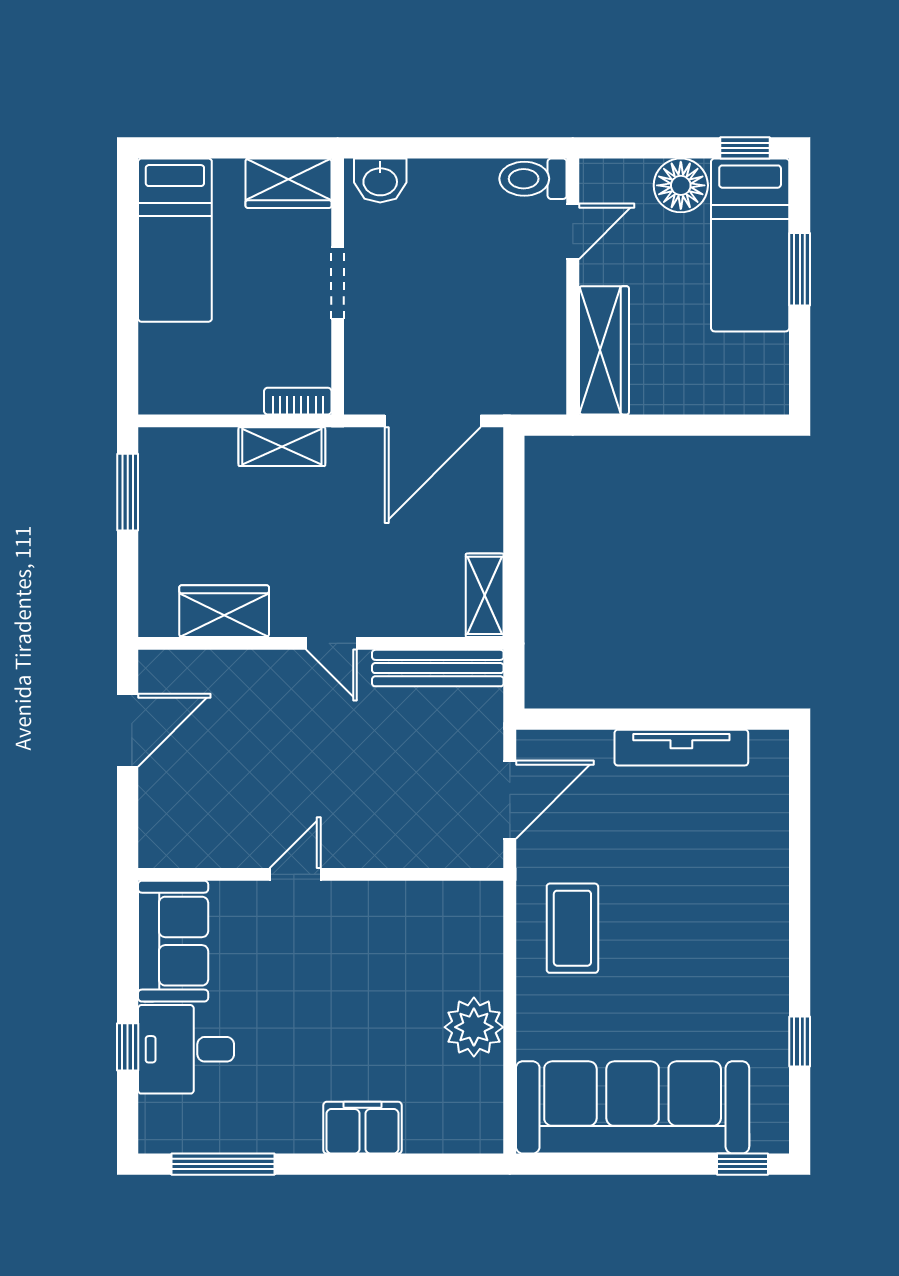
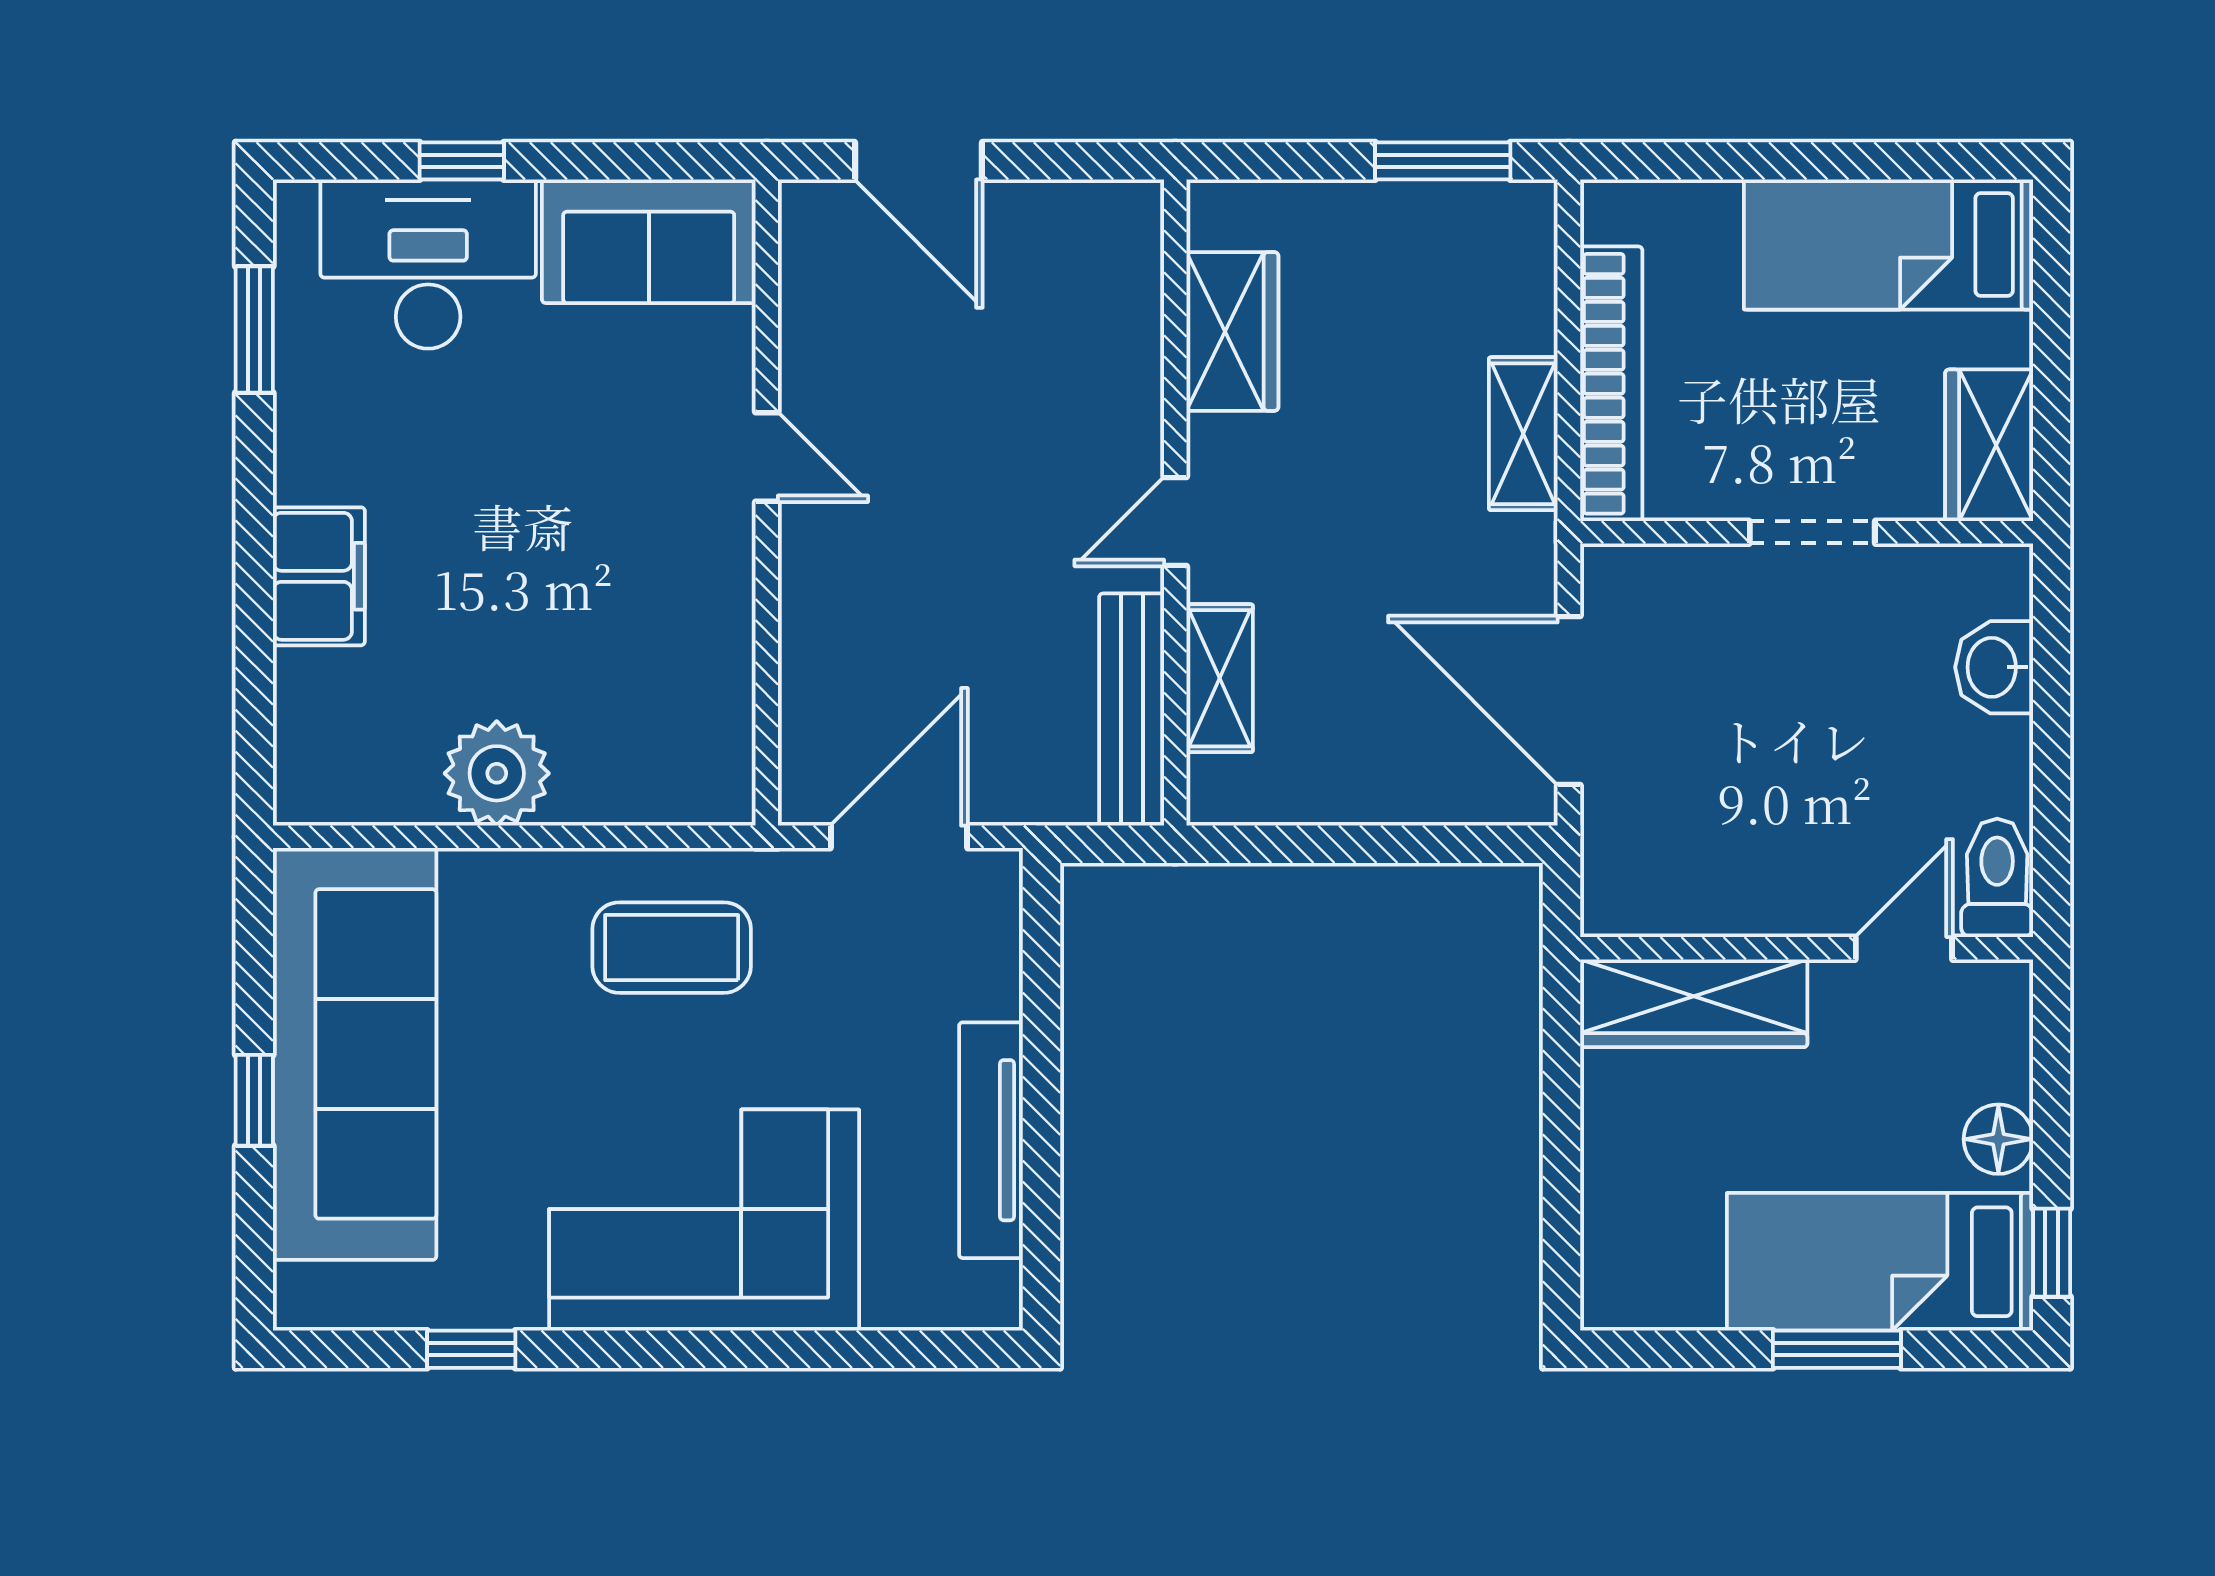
washbasin: (380, 180) -> (1994, 667), moved
floor lamp: (681, 185) -> (1998, 1139), width x0.73, depth x0.73
door: (573, 231) -> (1904, 948), swing flipped
bookcase: (298, 401) -> (1611, 384), width x2.31, depth x1.31
shelving: (485, 595) -> (1220, 678), moved, turned 90
door: (128, 730) -> (919, 161), moved
door: (510, 800) -> (899, 837), swing flipped
corner sofa: (727, 910) -> (704, 1220), added
desk: (186, 1049) -> (428, 264), width x1.37
window: (223, 1164) -> (254, 329), width x0.69
window: (743, 1164) -> (254, 1100), moved

